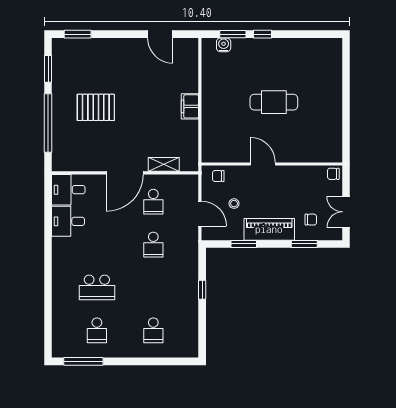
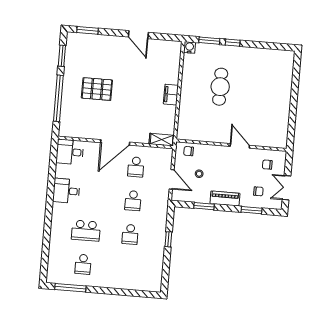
door: (160, 34) -> (138, 35), moved
water cooler: (224, 45) -> (189, 47), moved
cafe table: (274, 102) -> (220, 87), moved, turned 90
shelving: (164, 164) -> (162, 140), moved
door: (263, 164) -> (240, 146), moved
chair: (333, 174) -> (267, 165), moved
desk: (68, 221) -> (66, 191), moved
piano: (269, 229) -> (225, 198), width x0.73, depth x0.75
school desk: (153, 330) -> (130, 234), moved

